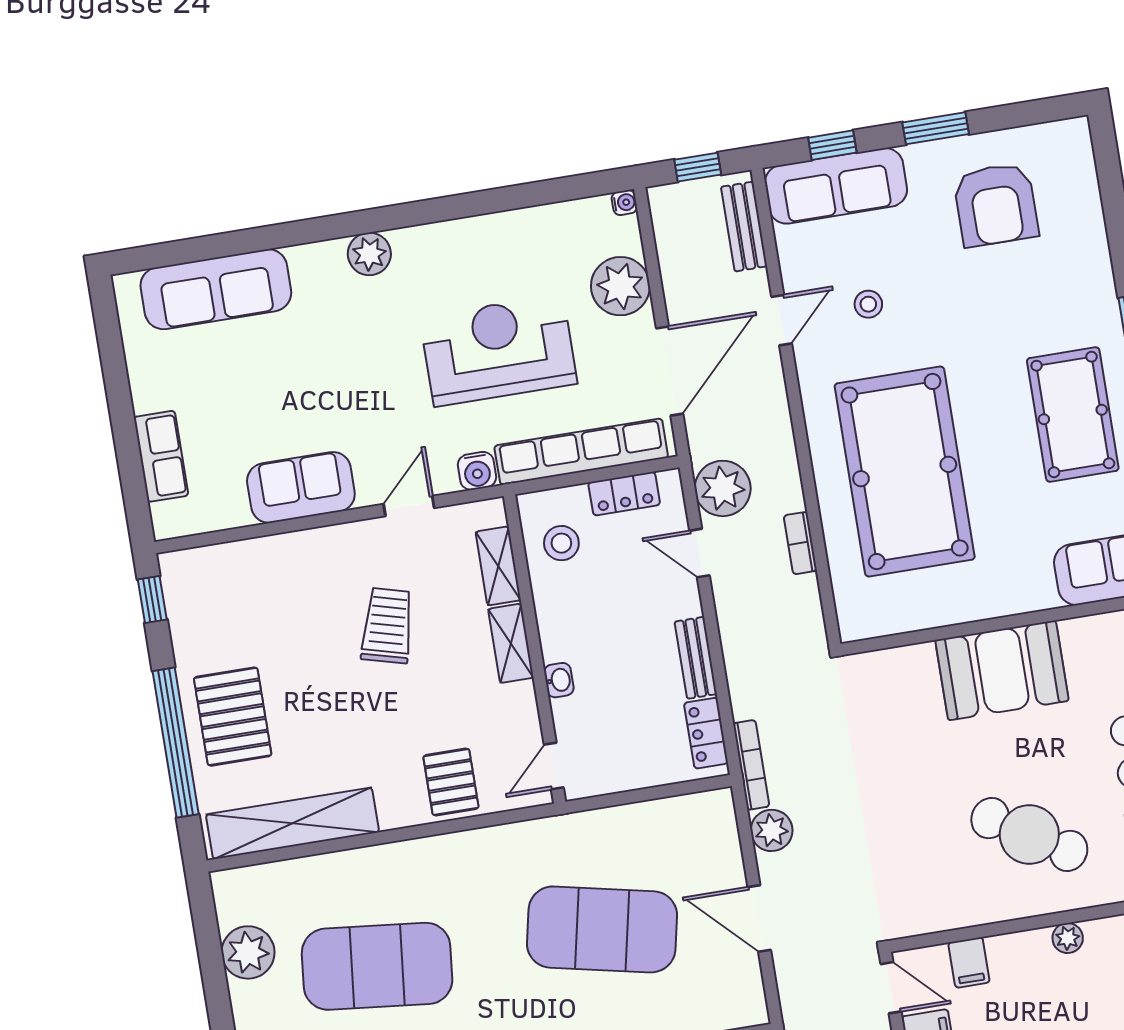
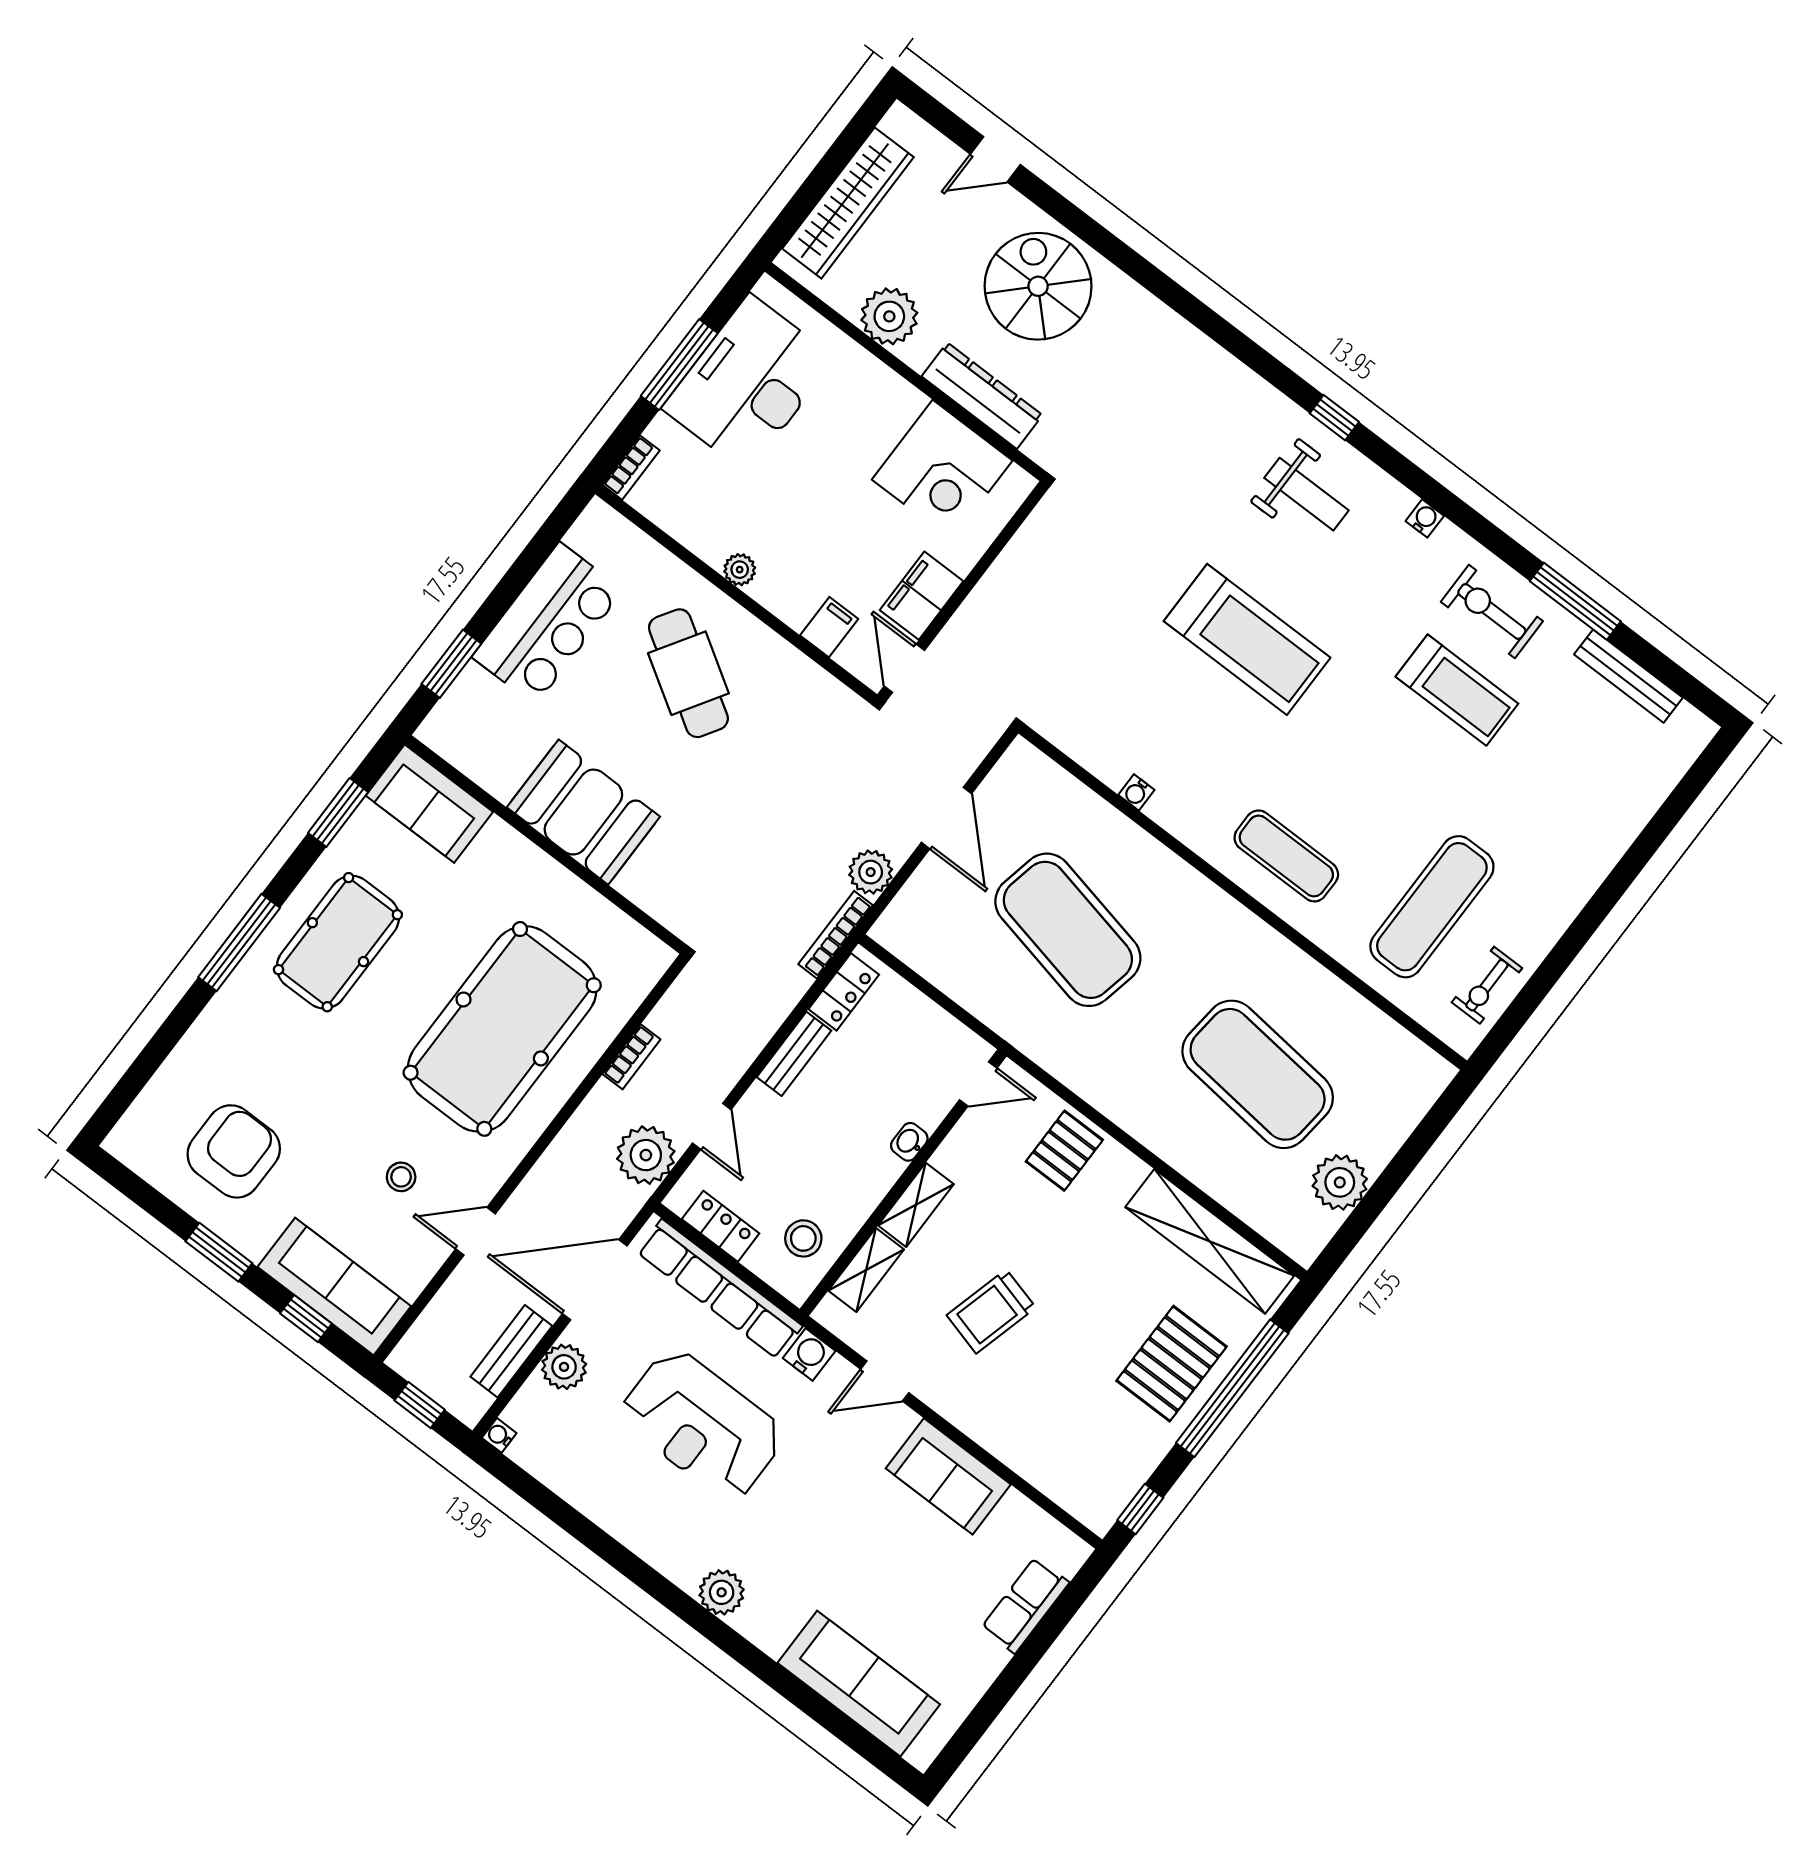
bench: (744, 227) -> (511, 1351), moved
plant: (620, 286) -> (564, 1367), width x0.73, depth x0.73

